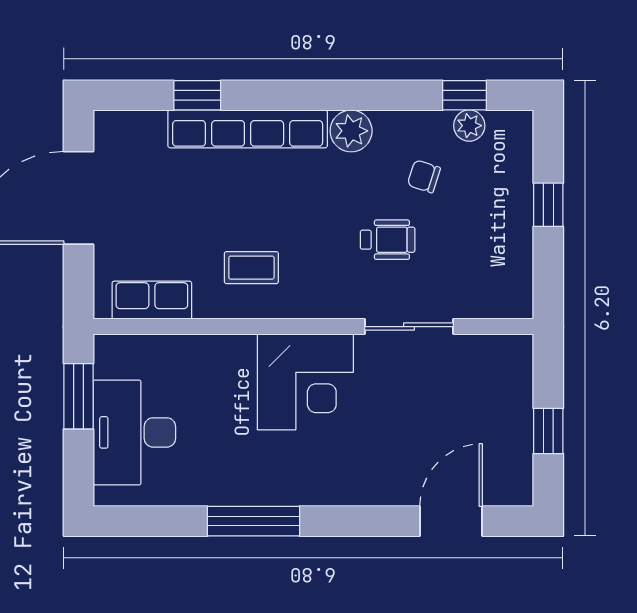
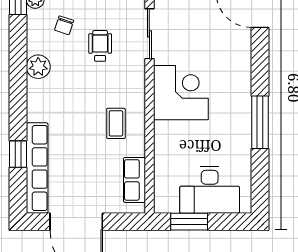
row of seats: (248, 129) -> (37, 168), moved

